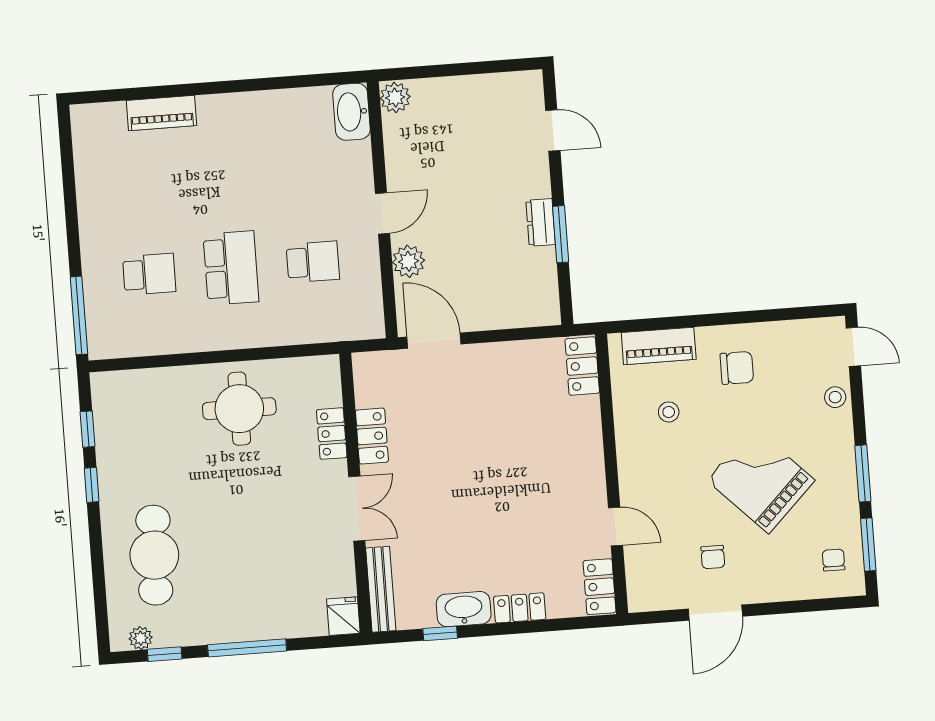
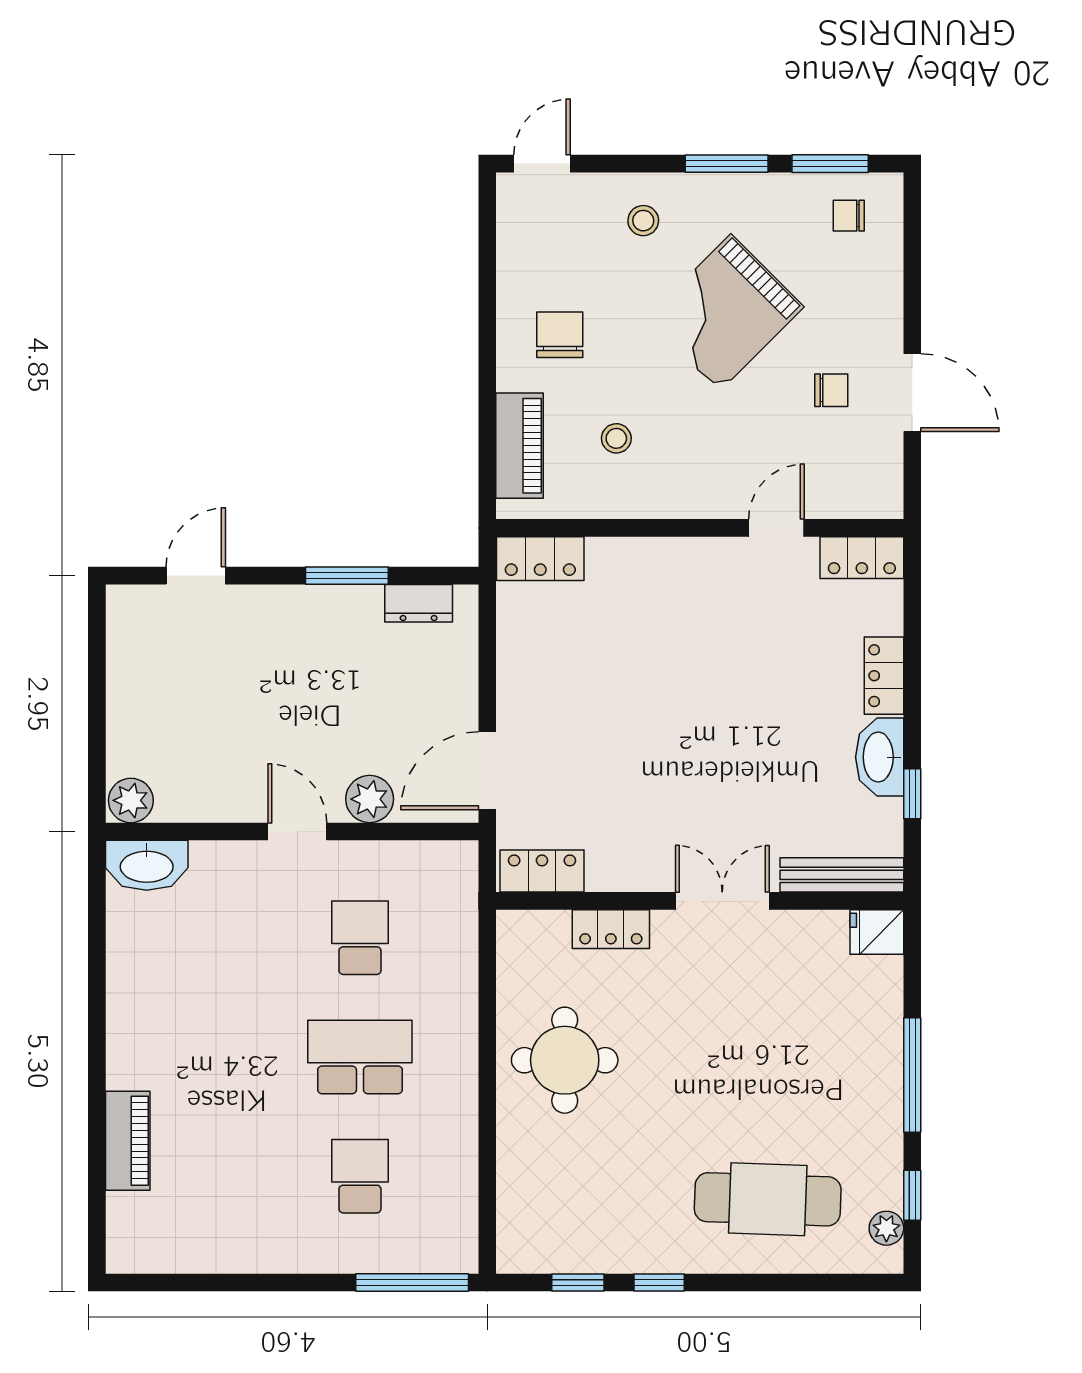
dresser: (541, 222) -> (419, 603), moved
stool: (835, 397) -> (643, 221), moved
locker: (372, 436) -> (542, 871), moved

